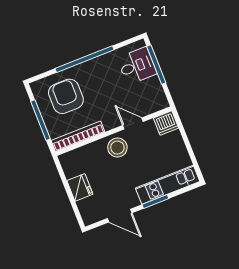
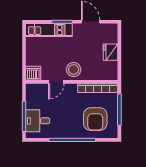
door: (133, 124) -> (56, 82), hinge flipped

